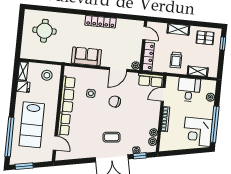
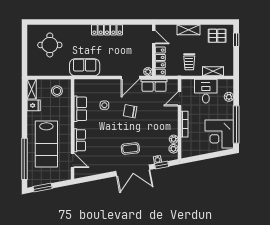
sofa: (86, 56) -> (85, 67), moved
row of seats: (151, 80) -> (154, 85), moved
row of seats: (68, 94) -> (80, 109), width x0.68

